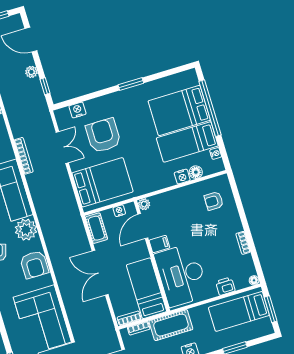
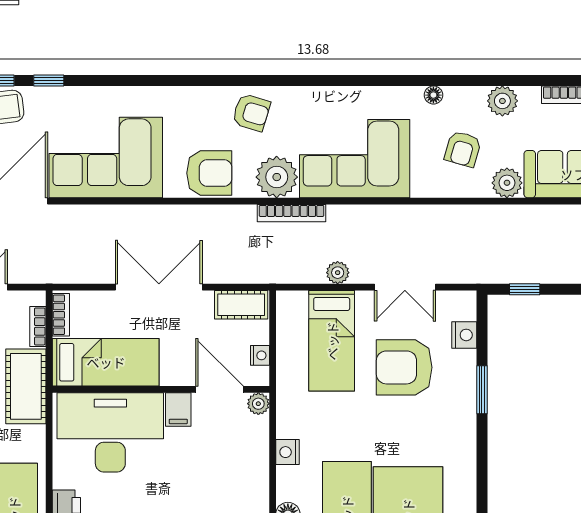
plant: (31, 72) -> (338, 273), moved
window: (131, 84) -> (482, 390), moved
armchair: (103, 136) -> (404, 367), turned 180
bookcase: (24, 156) -> (291, 213), moved
nightstand: (182, 177) -> (287, 452), moved
bed: (103, 182) -> (332, 341), width x0.67
armchair: (34, 265) -> (209, 173), turned 180

